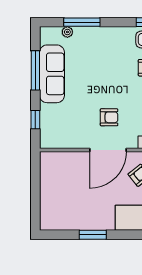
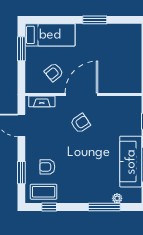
armchair: (109, 117) -> (80, 123), turned 146

